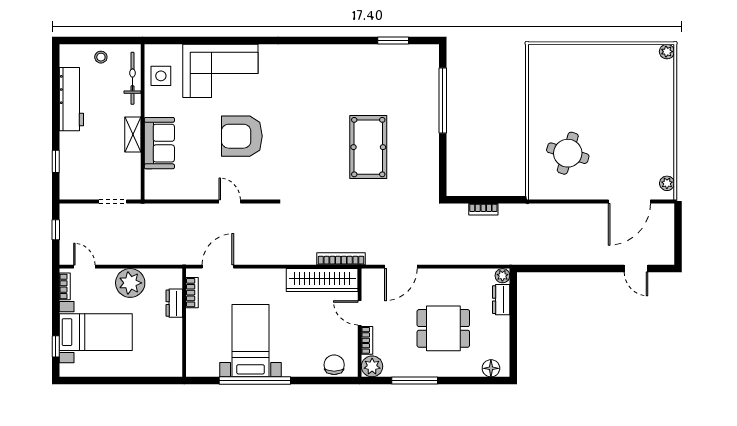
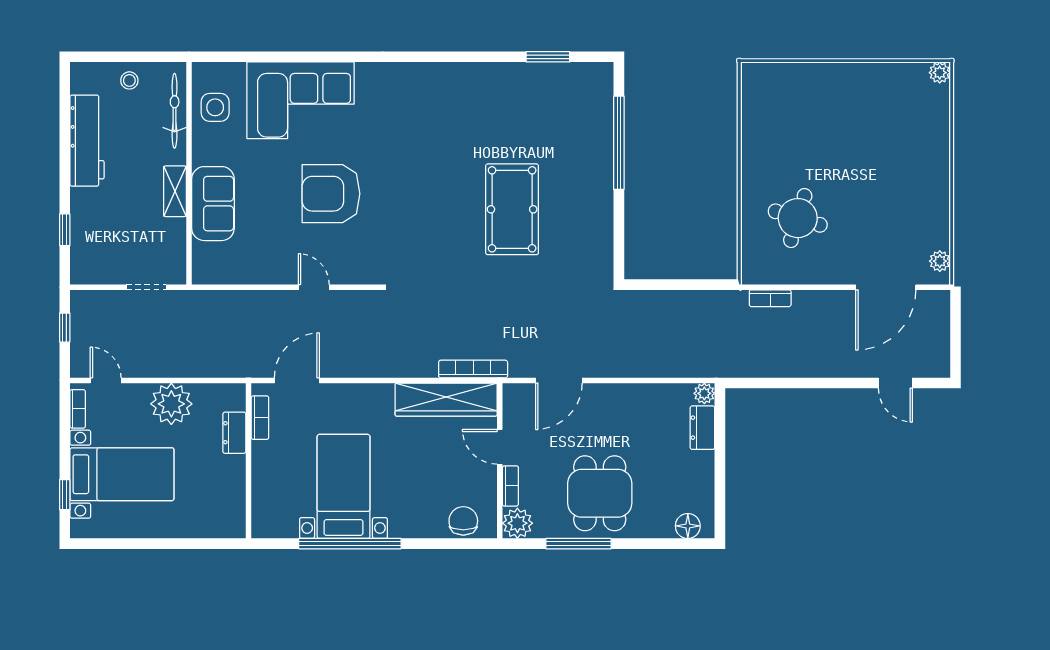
bookcase: (483, 209) -> (770, 298), moved
dining table: (443, 328) -> (600, 493), moved, turned 90

